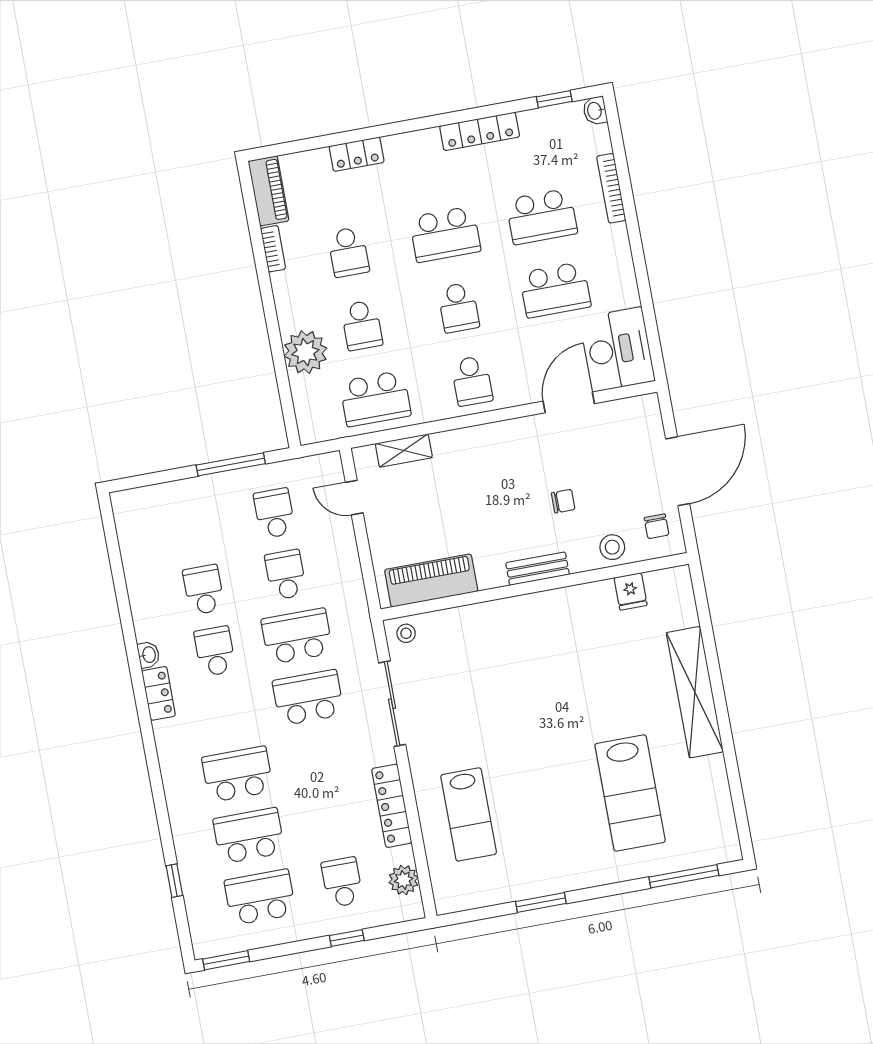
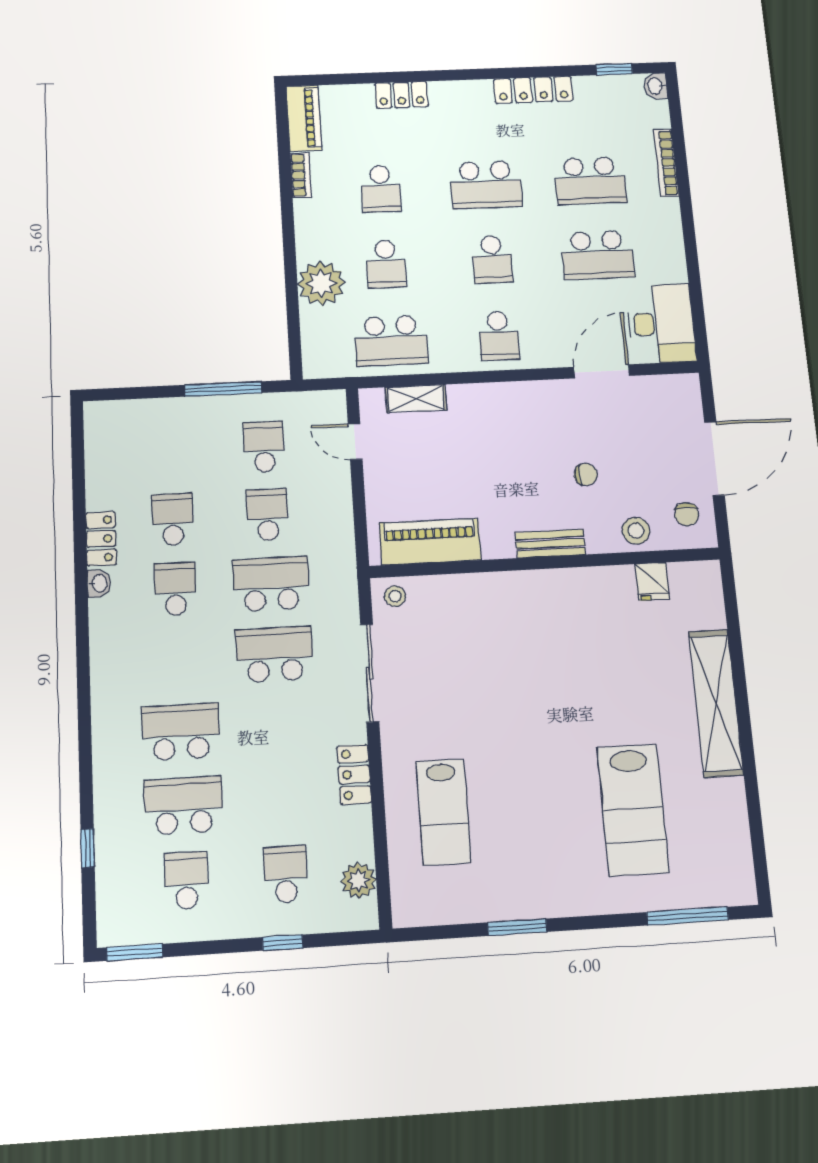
locker: (159, 693) -> (101, 539), moved
locker: (392, 806) -> (354, 774), width x0.66
school desk: (260, 897) -> (186, 880), width x0.54

